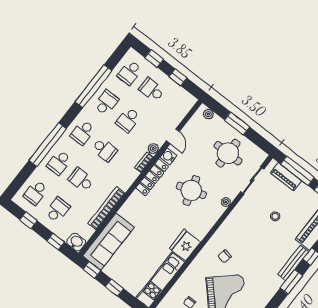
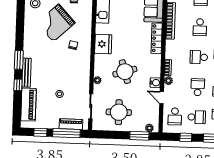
school desk: (174, 107) -> (175, 116), added
window: (237, 124) -> (139, 136), moved
locker: (152, 177) -> (157, 38), moved
school desk: (81, 180) -> (200, 27), turned 90
fridge: (185, 245) -> (103, 44), moved

